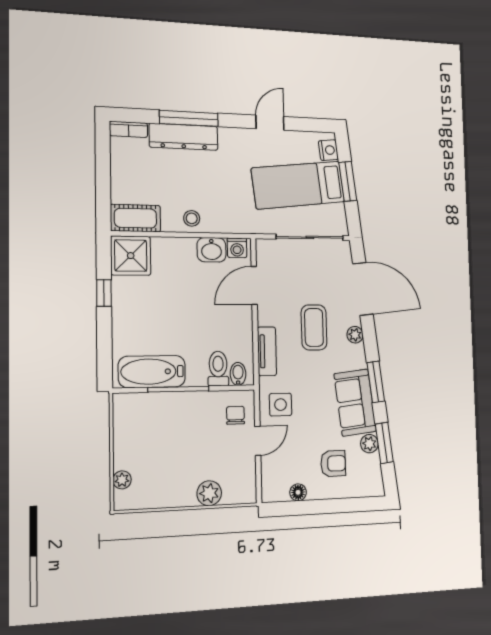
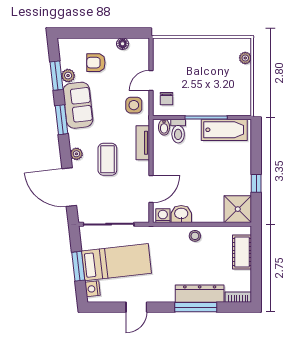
cot: (135, 218) -> (242, 252), moved, turned 90
plant: (209, 493) -> (186, 46), removed

